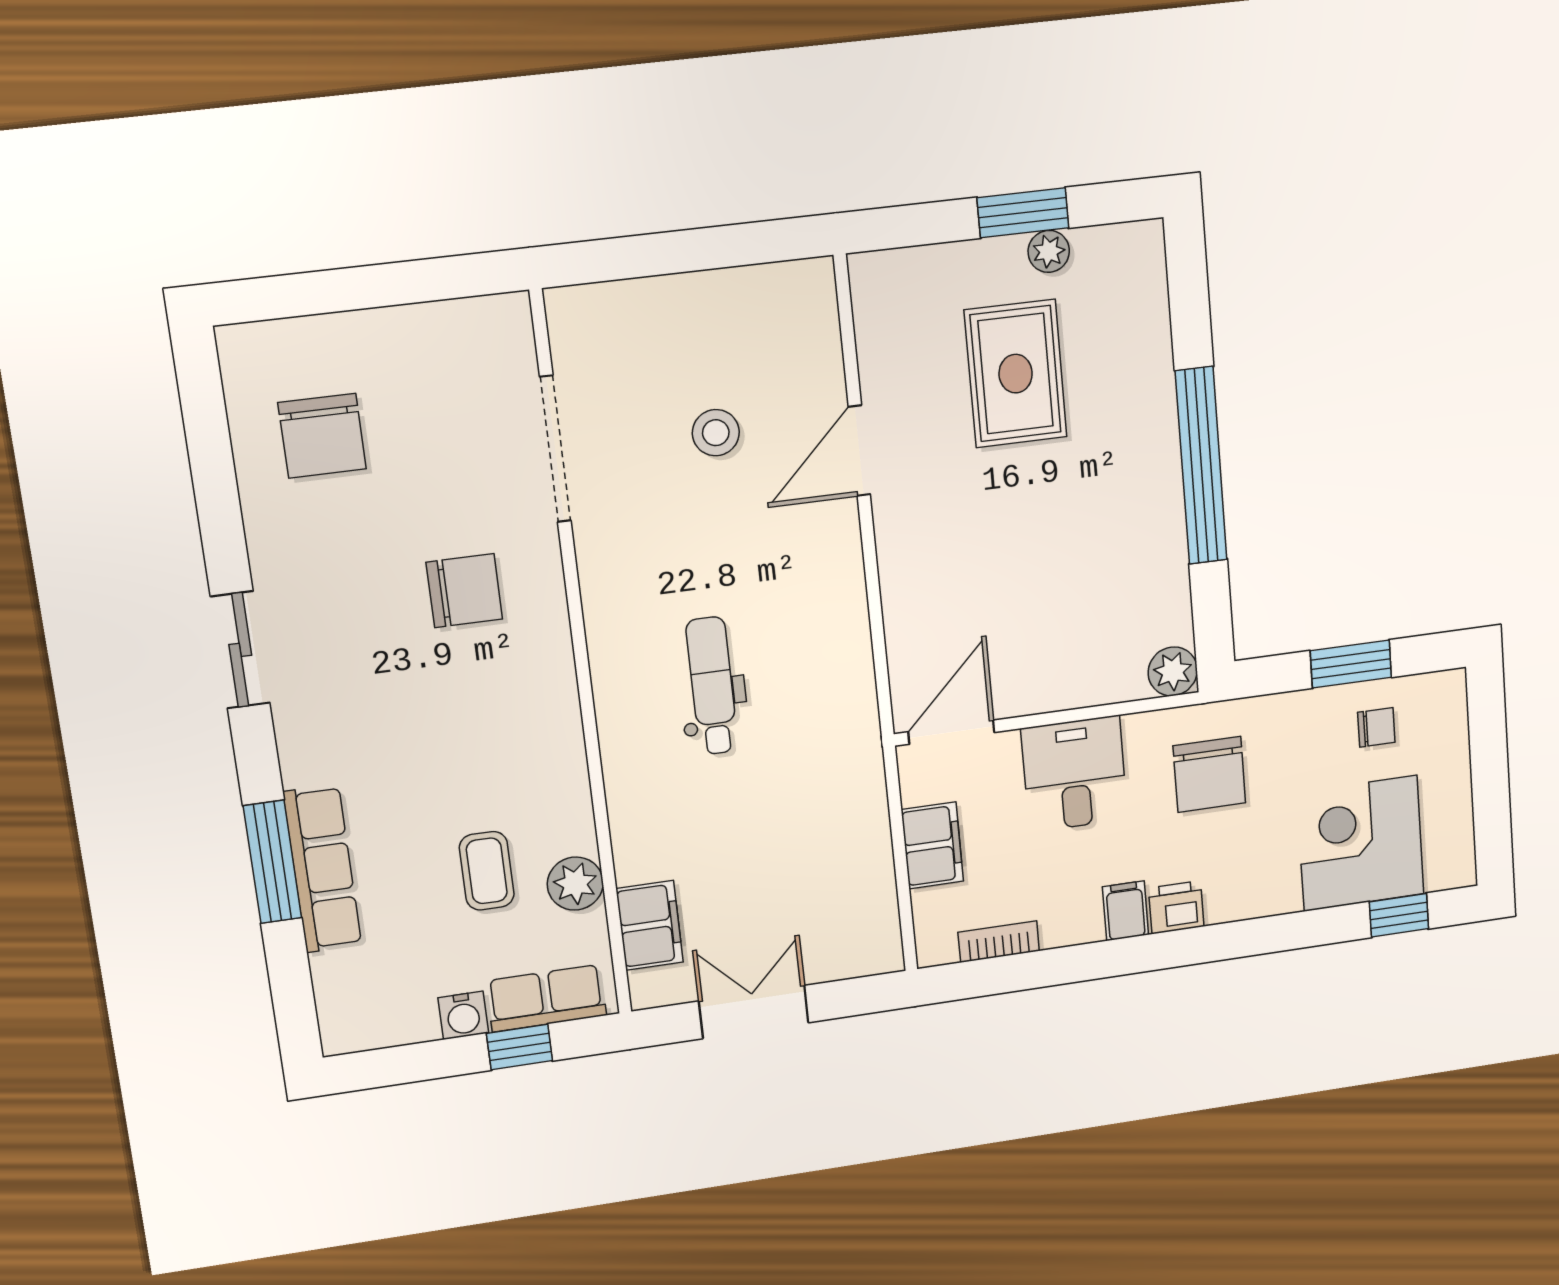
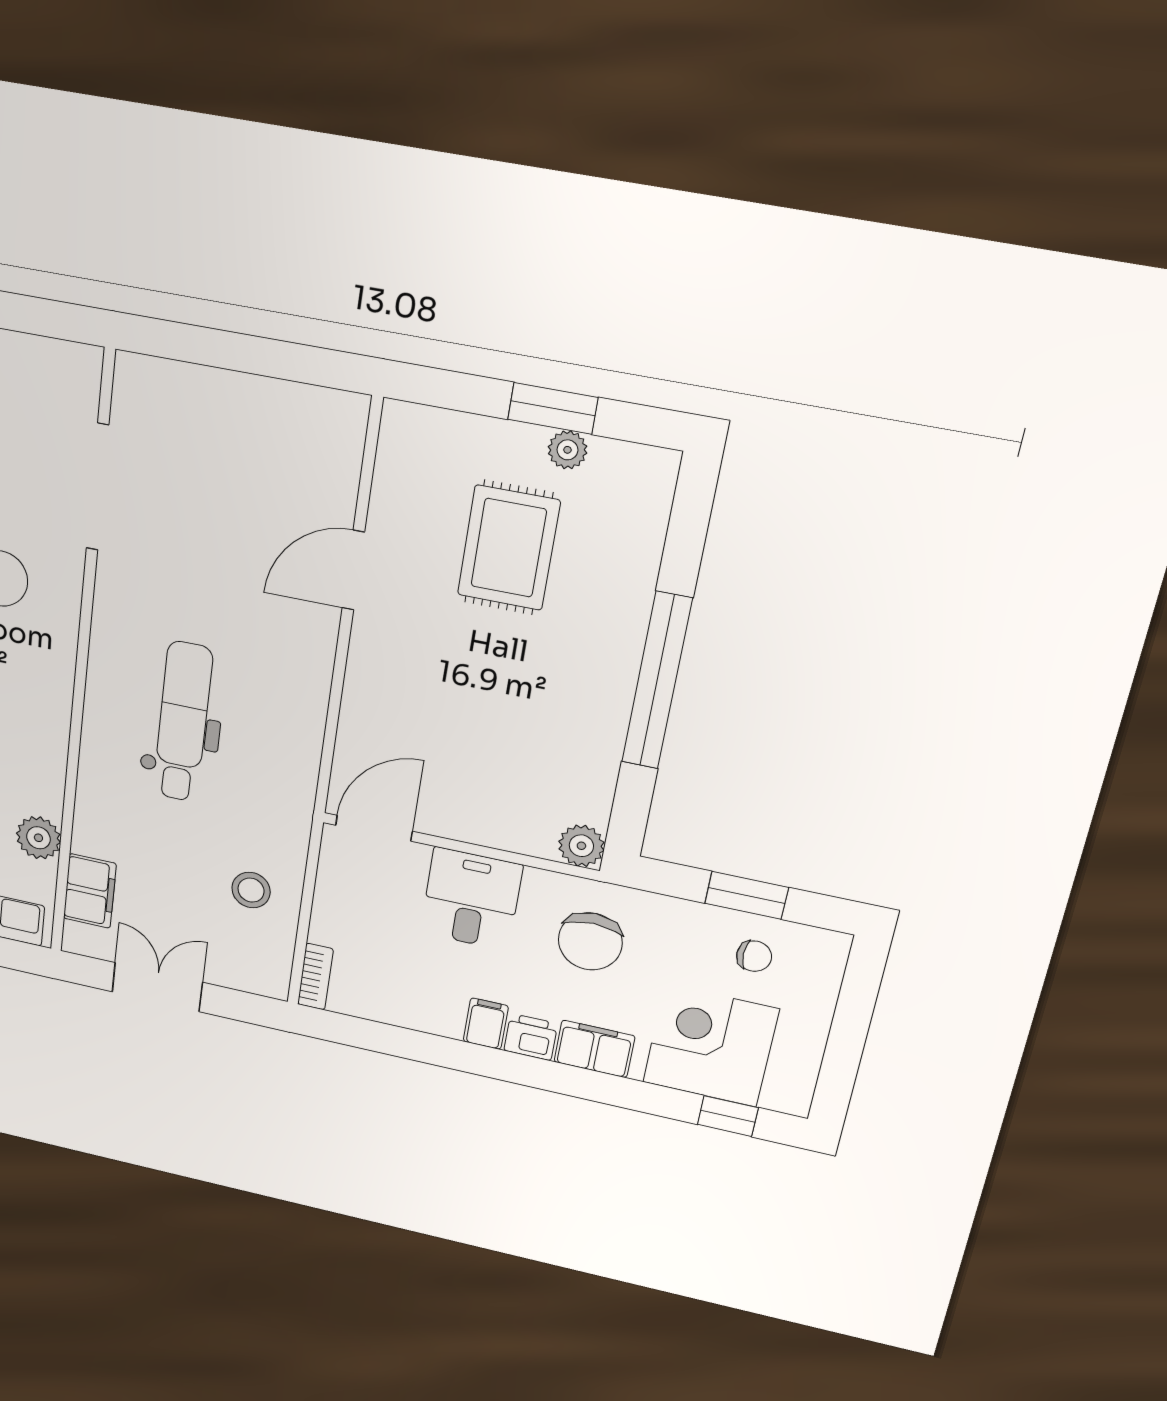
stool: (716, 433) -> (251, 890), moved
dental chair: (712, 686) -> (183, 722), width x1.36, depth x1.38
filing cabinet: (932, 845) -> (594, 1049), moved, turned -90
bookcase: (999, 942) -> (315, 977), moved, turned 90

